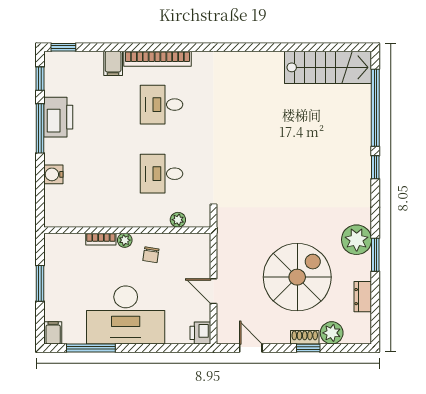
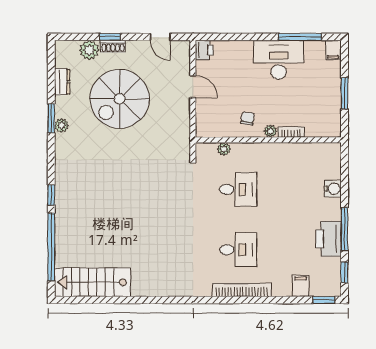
filing cabinet: (113, 63) -> (301, 286), moved
plant: (357, 240) -> (62, 125), width x0.53, depth x0.53
desk: (126, 315) -> (279, 60), width x0.73, depth x0.77

